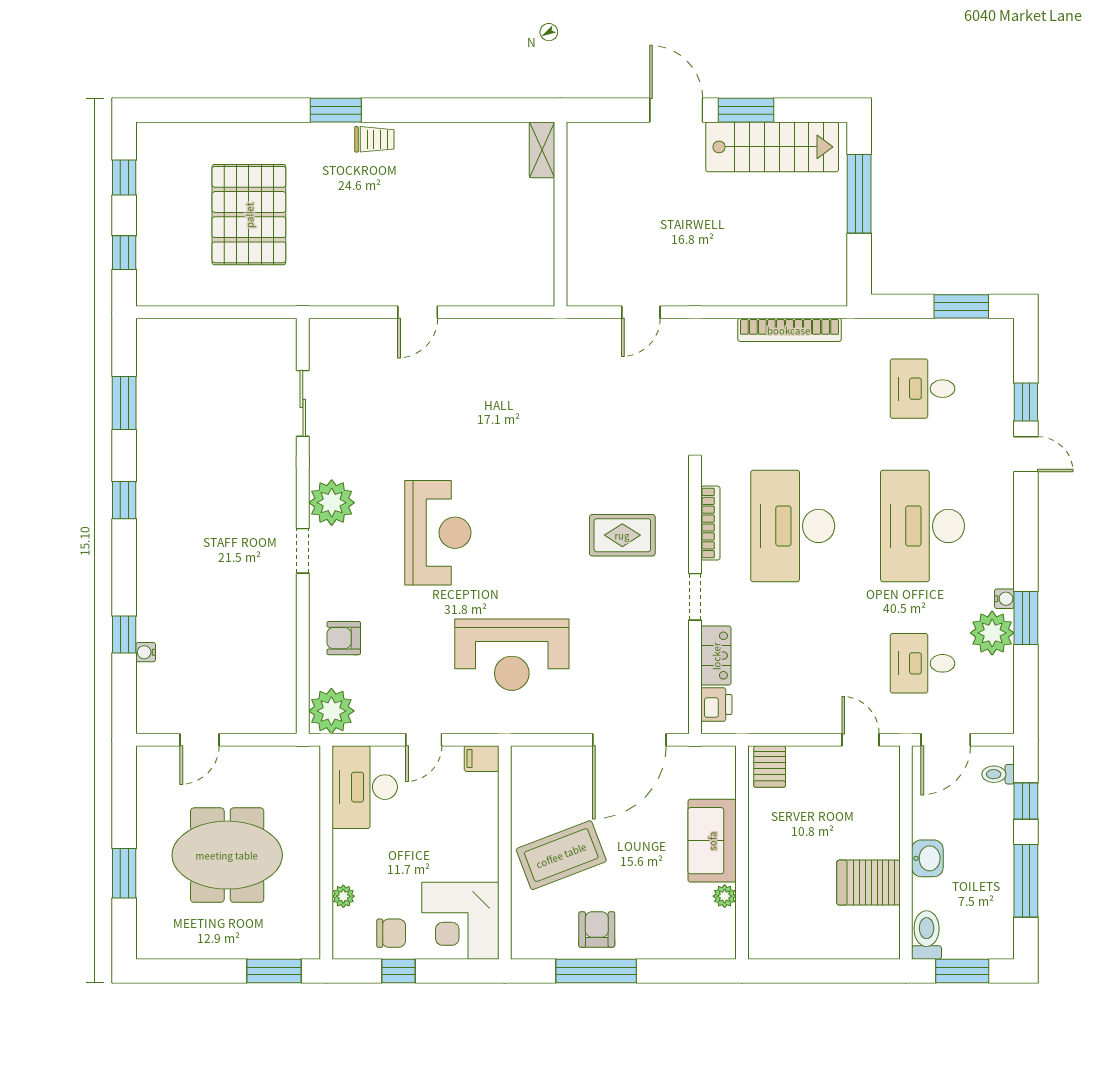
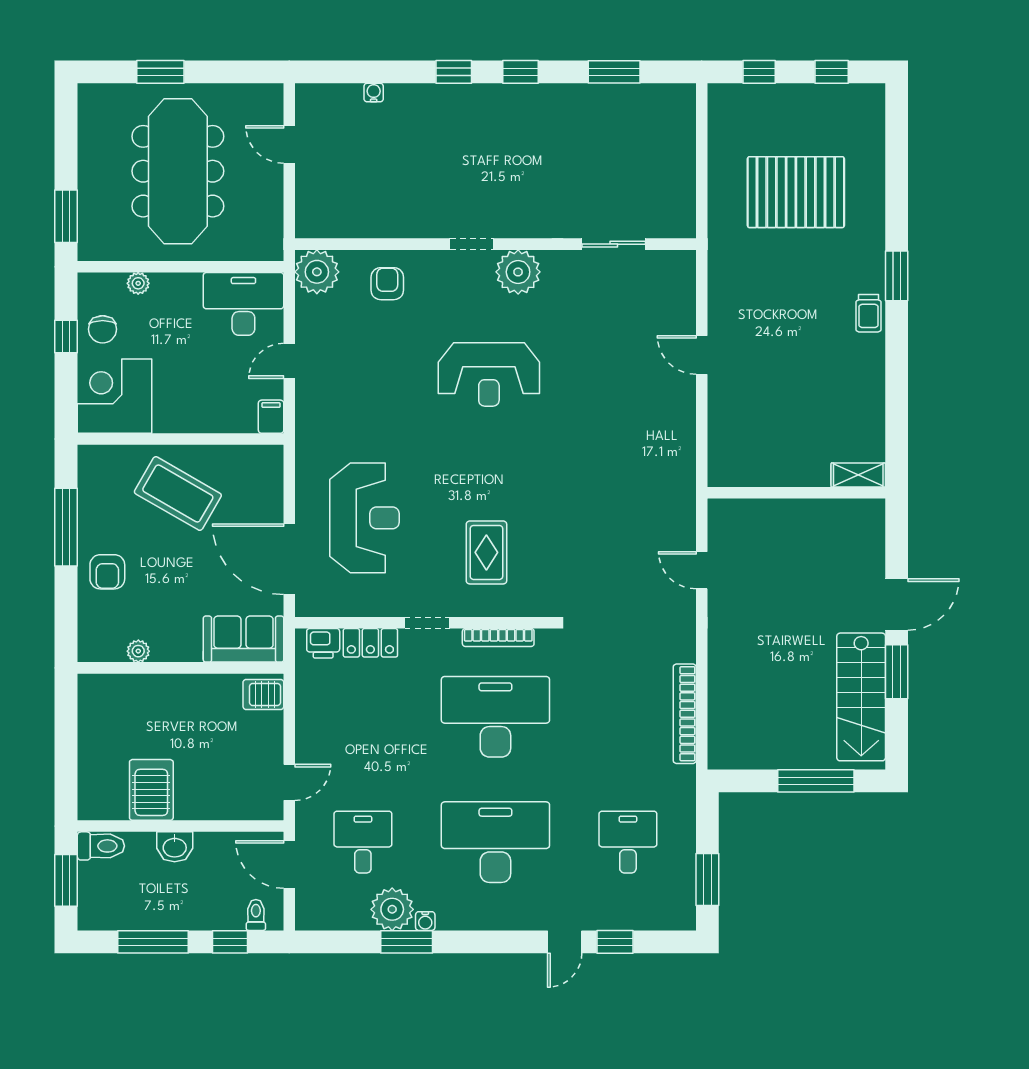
window: (124, 635) -> (454, 72), moved
reception desk: (512, 655) -> (364, 518), moved, turned 180
door: (424, 740) -> (289, 361), hinge flipped
sofa: (712, 841) -> (243, 639), moved
meeting table: (227, 855) -> (178, 171), width x1.36
coffee table: (561, 855) -> (178, 494), turned -39
armchair: (597, 929) -> (107, 572), moved, turned 90

